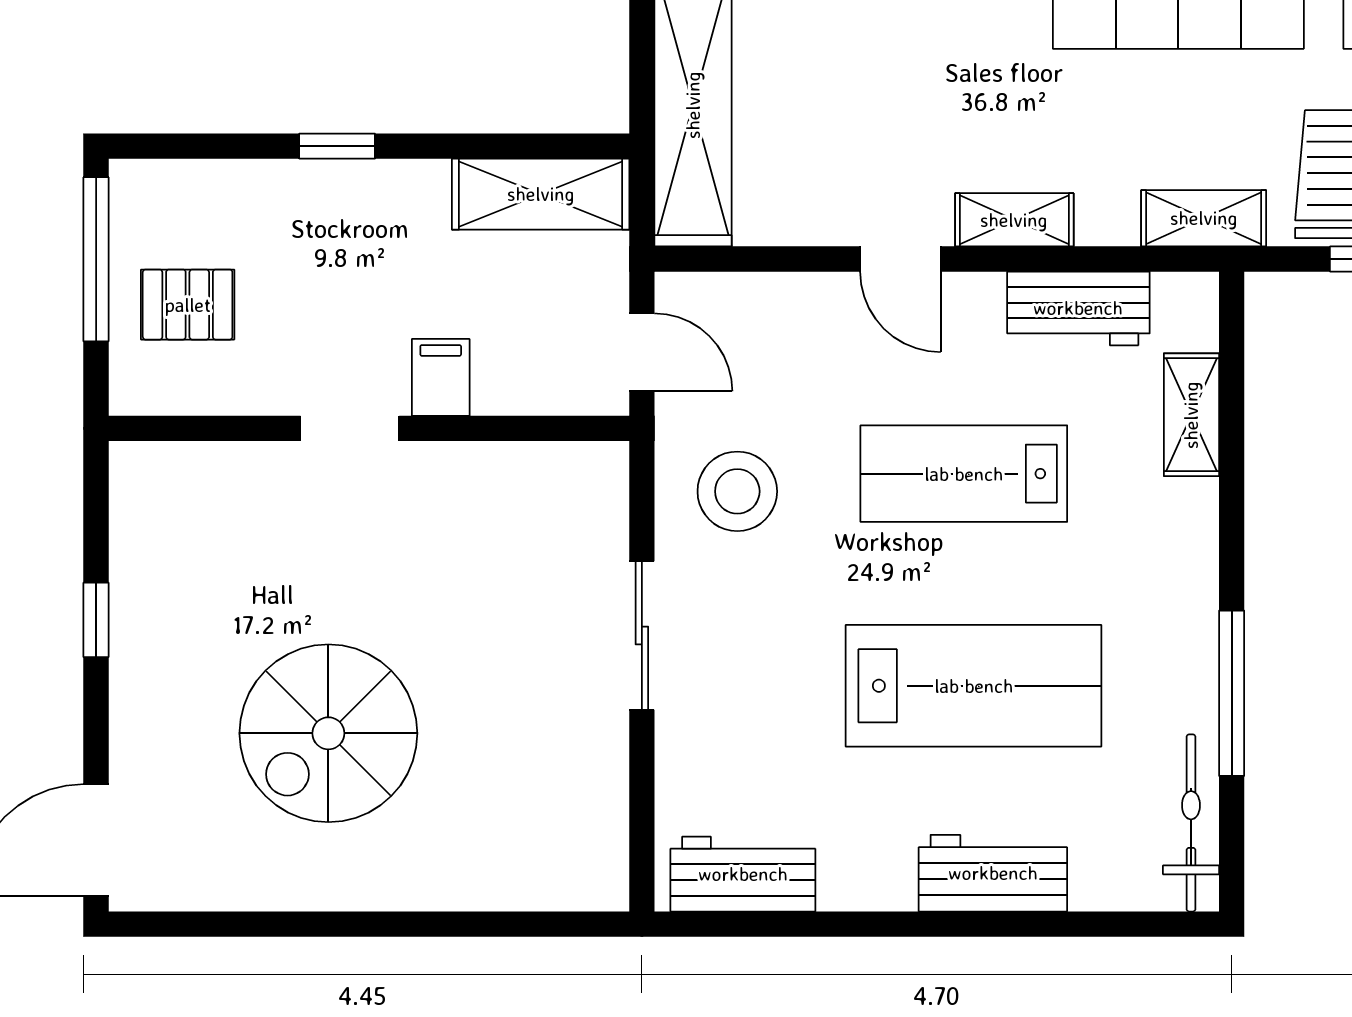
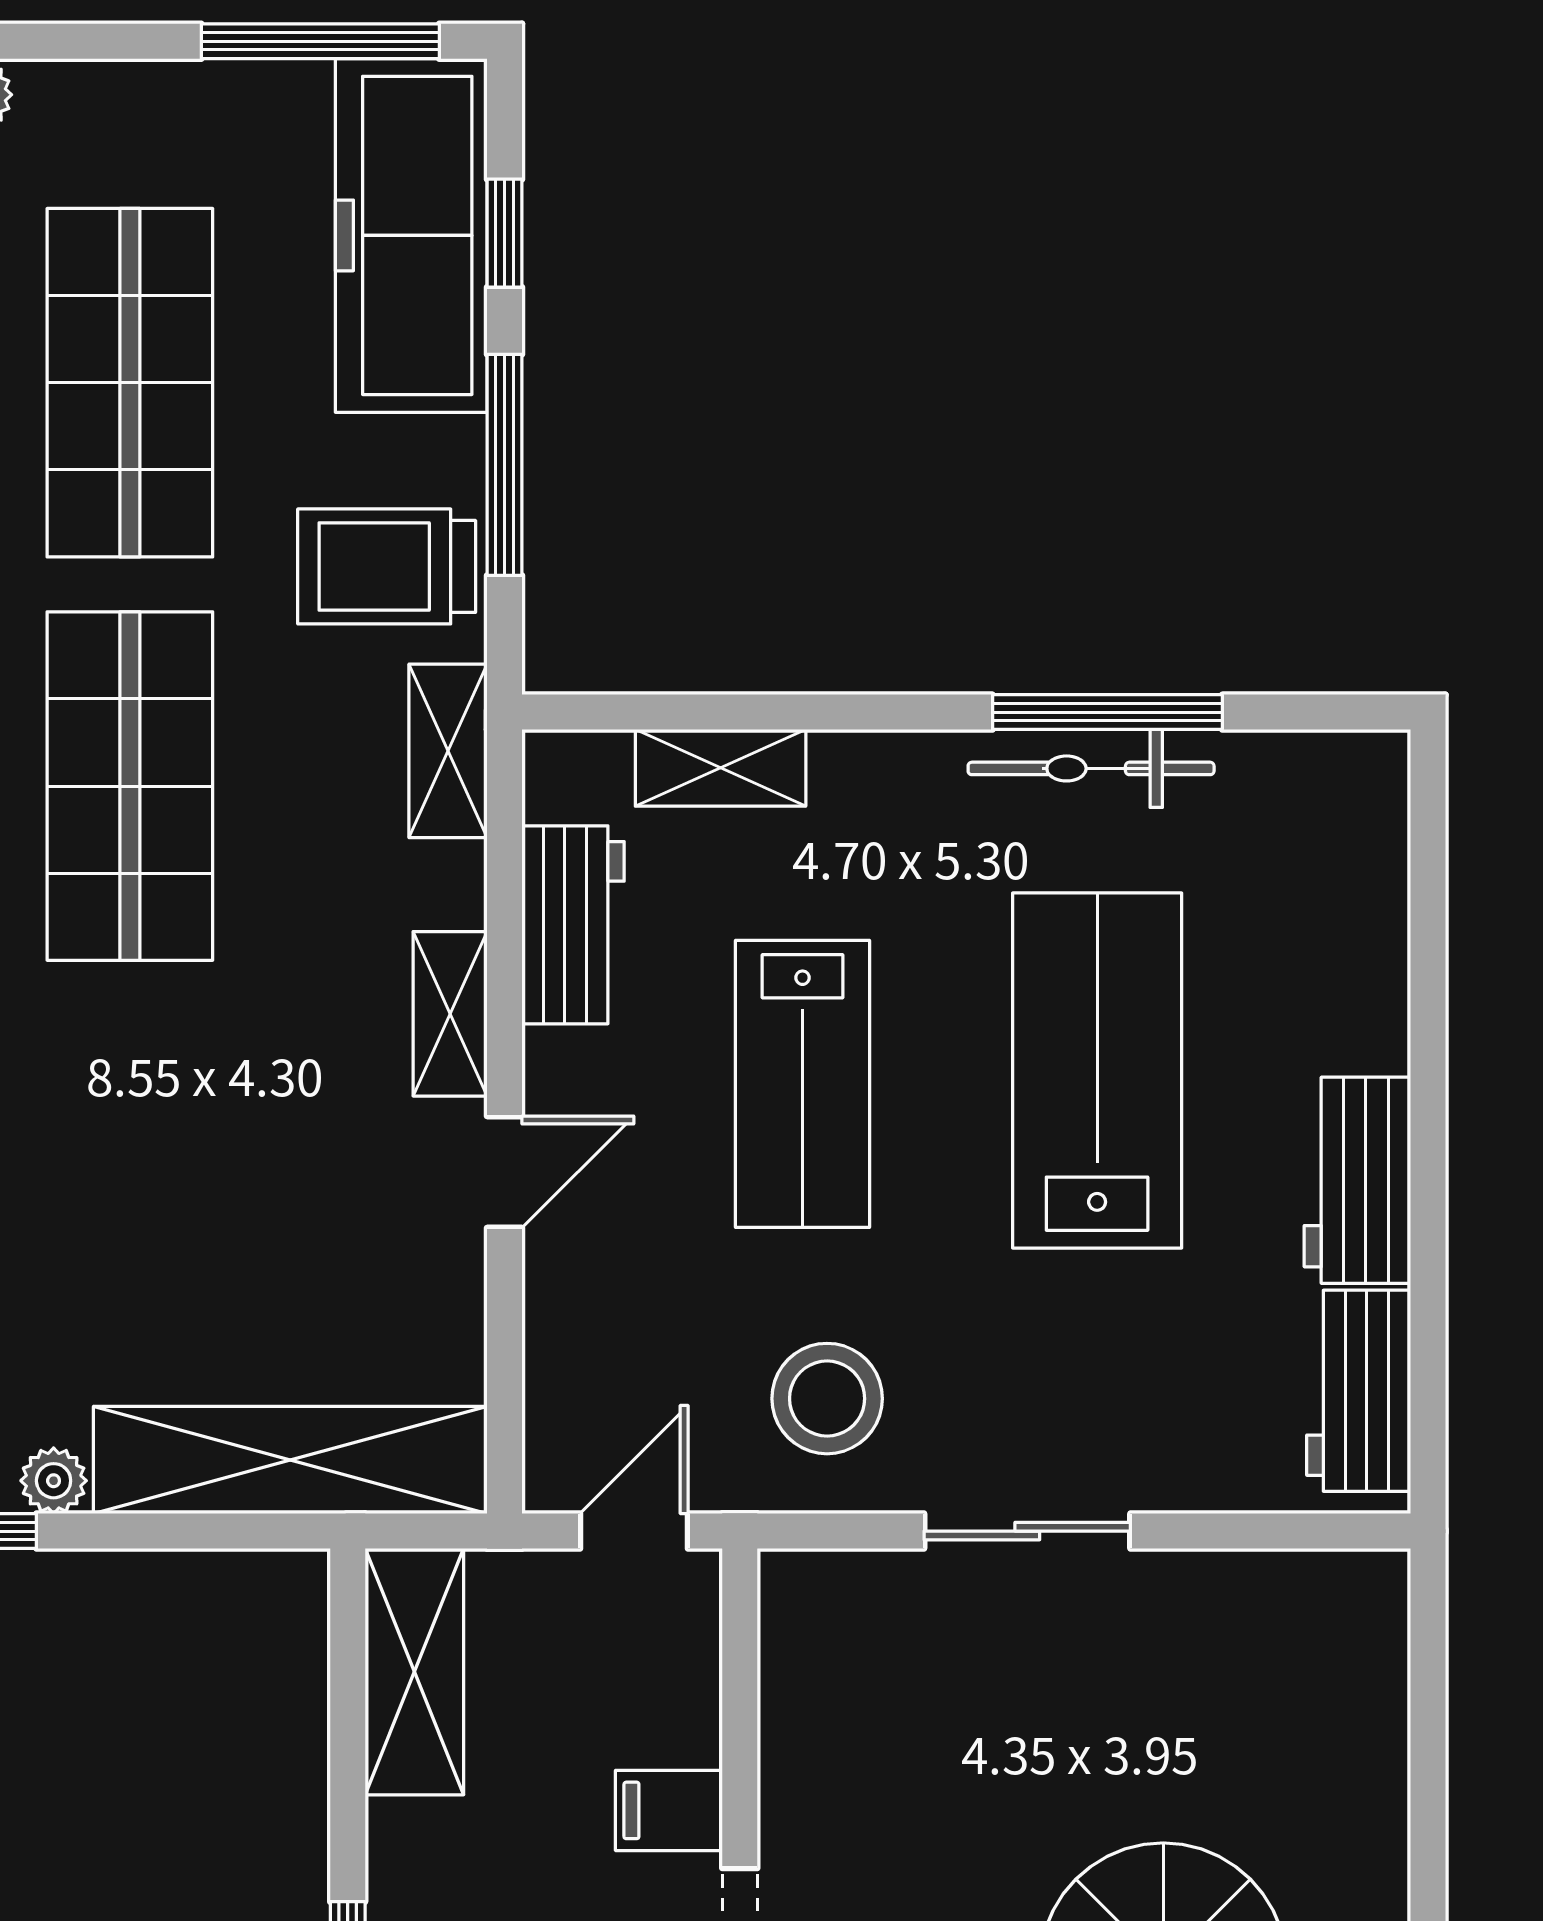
bicycle: (1191, 823) -> (1091, 768), moved
workbench: (993, 873) -> (1357, 1180), moved

